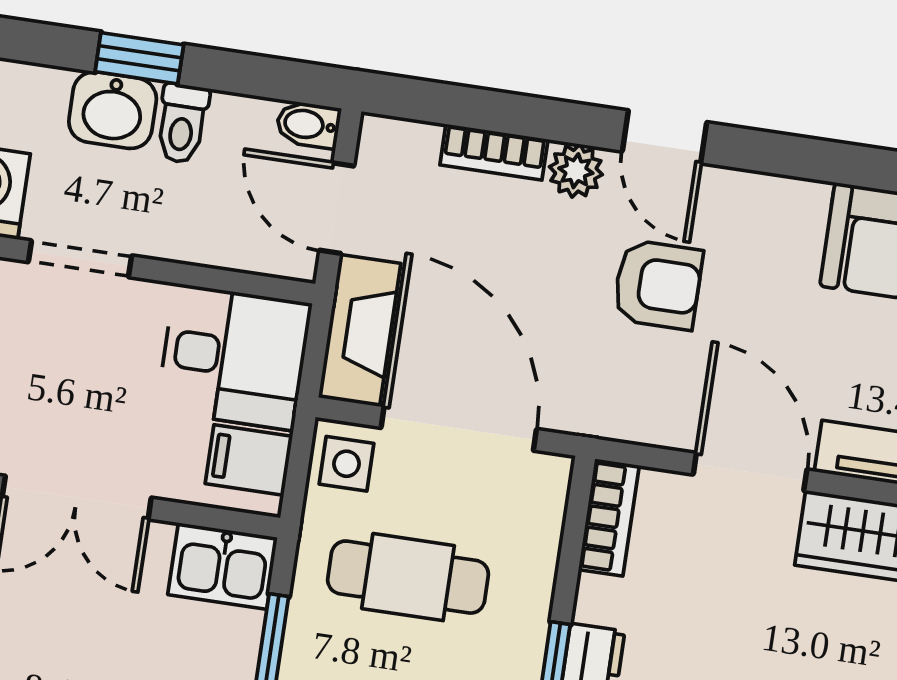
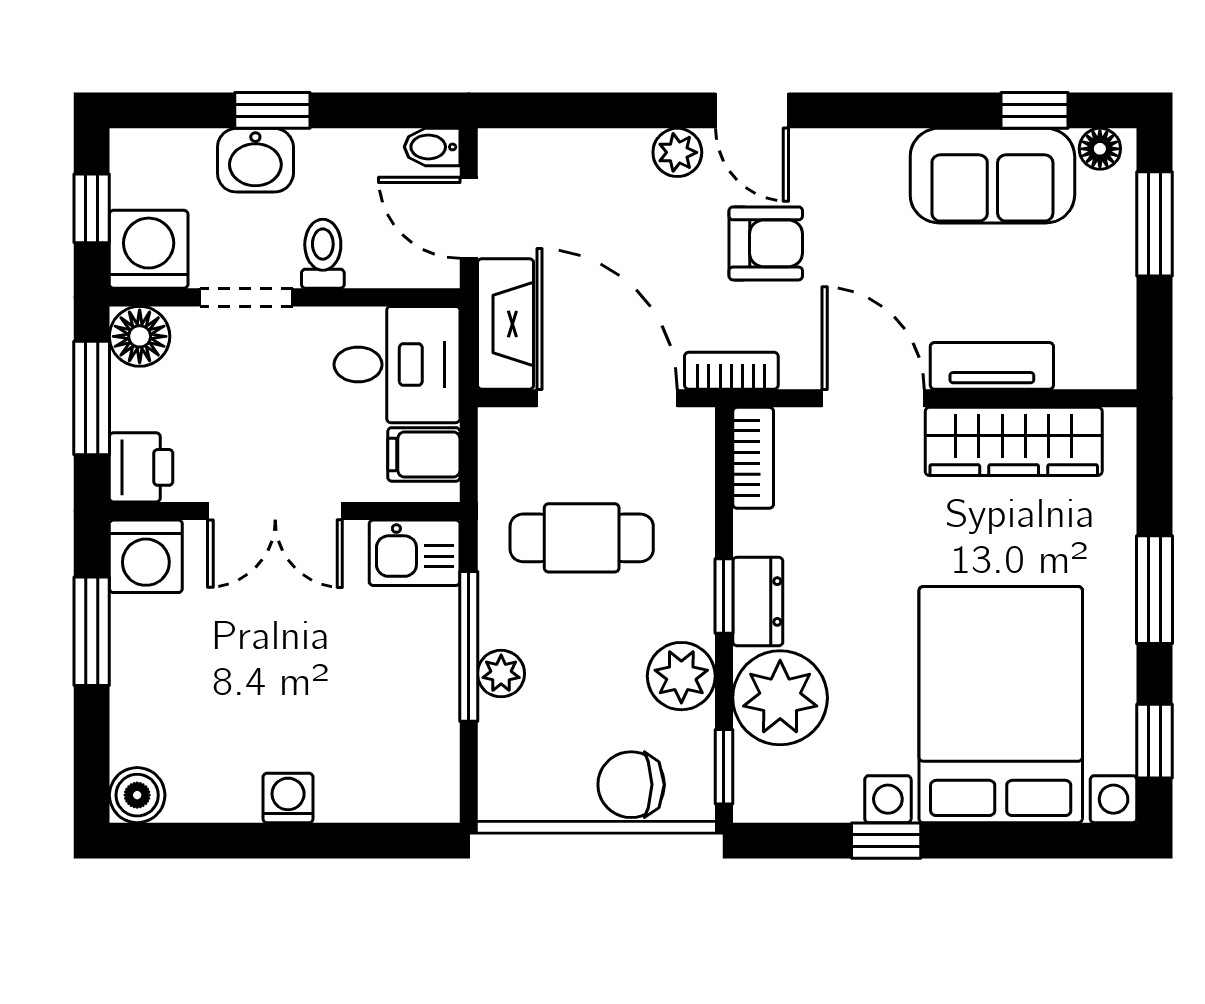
toilet: (182, 123) -> (323, 254), moved, turned 180
bookcase: (494, 152) -> (731, 371), moved, turned 180
side table: (346, 464) -> (512, 445), removed

